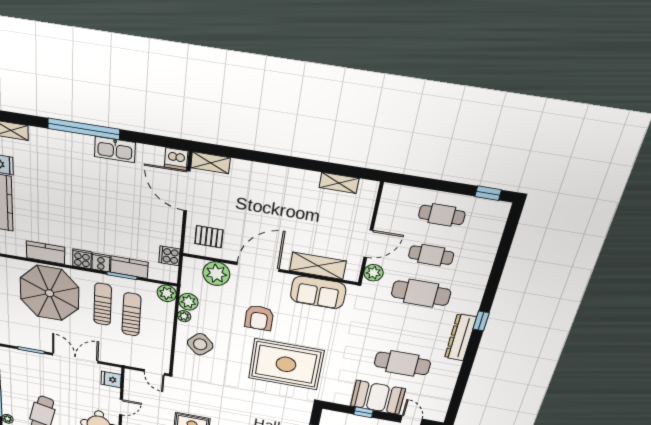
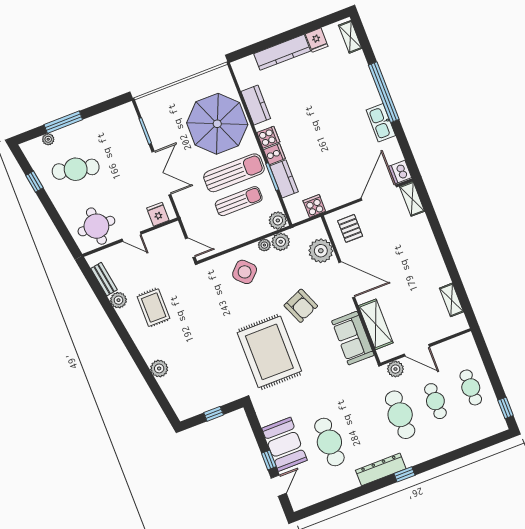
sun lounger: (103, 304) -> (234, 173), width x1.36, depth x1.34
armchair: (259, 318) -> (301, 306), turned -113
door: (154, 372) -> (190, 248), swing flipped
window: (364, 412) -> (269, 460), moved

